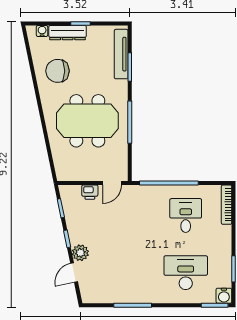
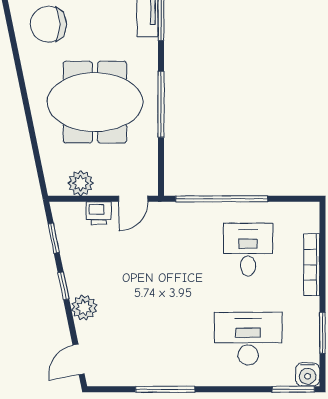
plant: (78, 173) -> (81, 183), added
bookcase: (226, 205) -> (312, 265), moved
door: (74, 273) -> (79, 359), moved

